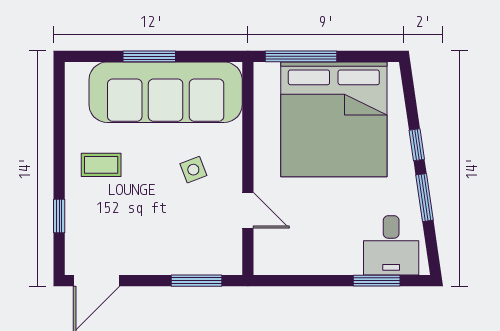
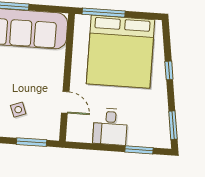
side table: (193, 170) -> (18, 110), moved
window: (424, 198) -> (173, 125), moved
desk: (391, 245) -> (110, 127), moved

